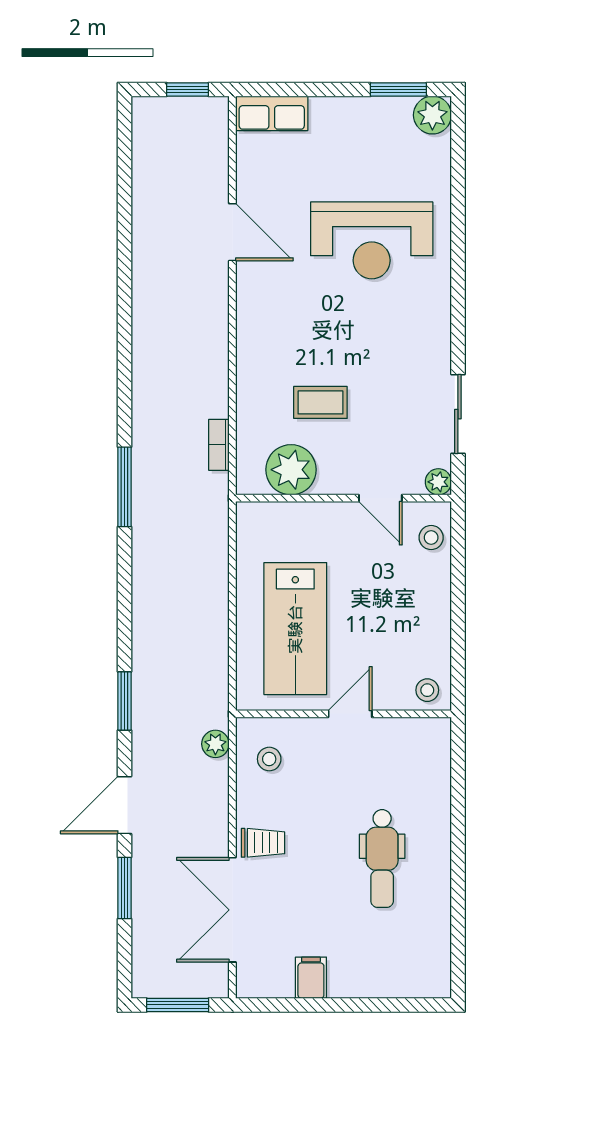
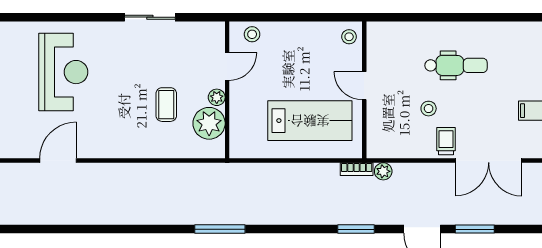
sliding door: (458, 414) -> (150, 17), moved
bookcase: (219, 445) -> (357, 169), moved
plant: (438, 482) -> (217, 97), moved
stool: (269, 759) -> (429, 109), moved

